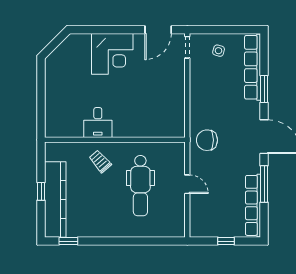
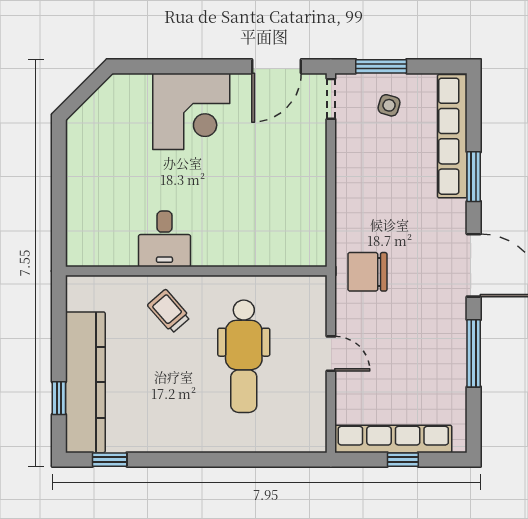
window: (214, 30) -> (381, 66), added
window: (41, 191) -> (59, 398), moved
row of seats: (253, 205) -> (393, 439), moved, turned 90

